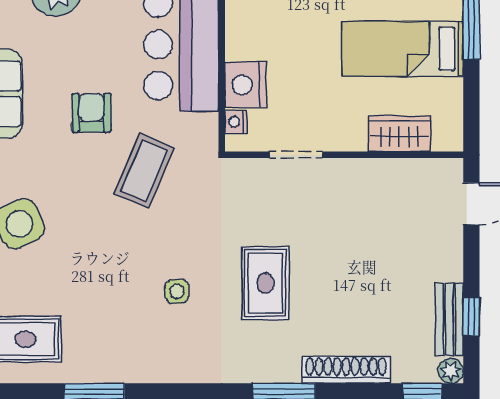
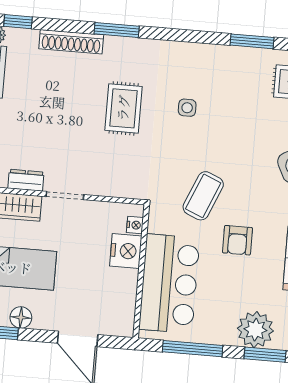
doorway: (296, 155) -> (65, 196), moved
dresser: (393, 172) -> (26, 180), added

